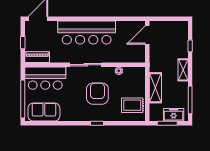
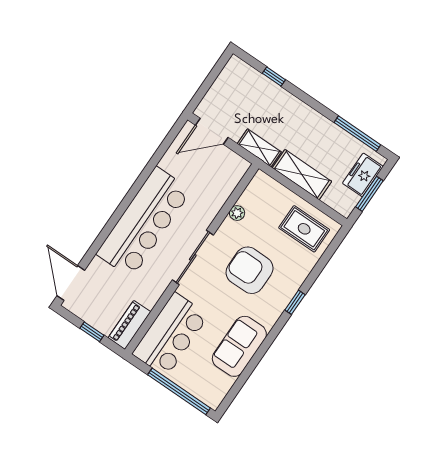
door: (147, 35) -> (212, 131), hinge flipped
shelving: (183, 70) -> (259, 148), moved
rug: (132, 105) -> (304, 229), turned 90
sofa: (44, 112) -> (239, 346), moved

